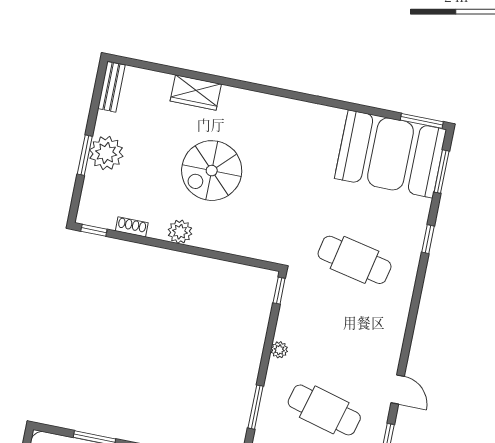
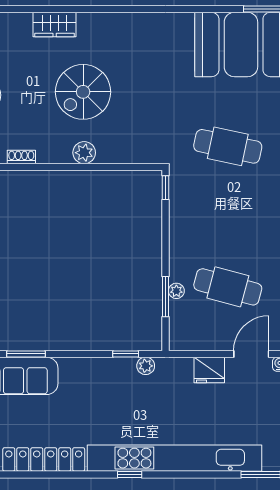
plant: (180, 232) -> (84, 153), moved
plant: (279, 350) -> (176, 291), moved

